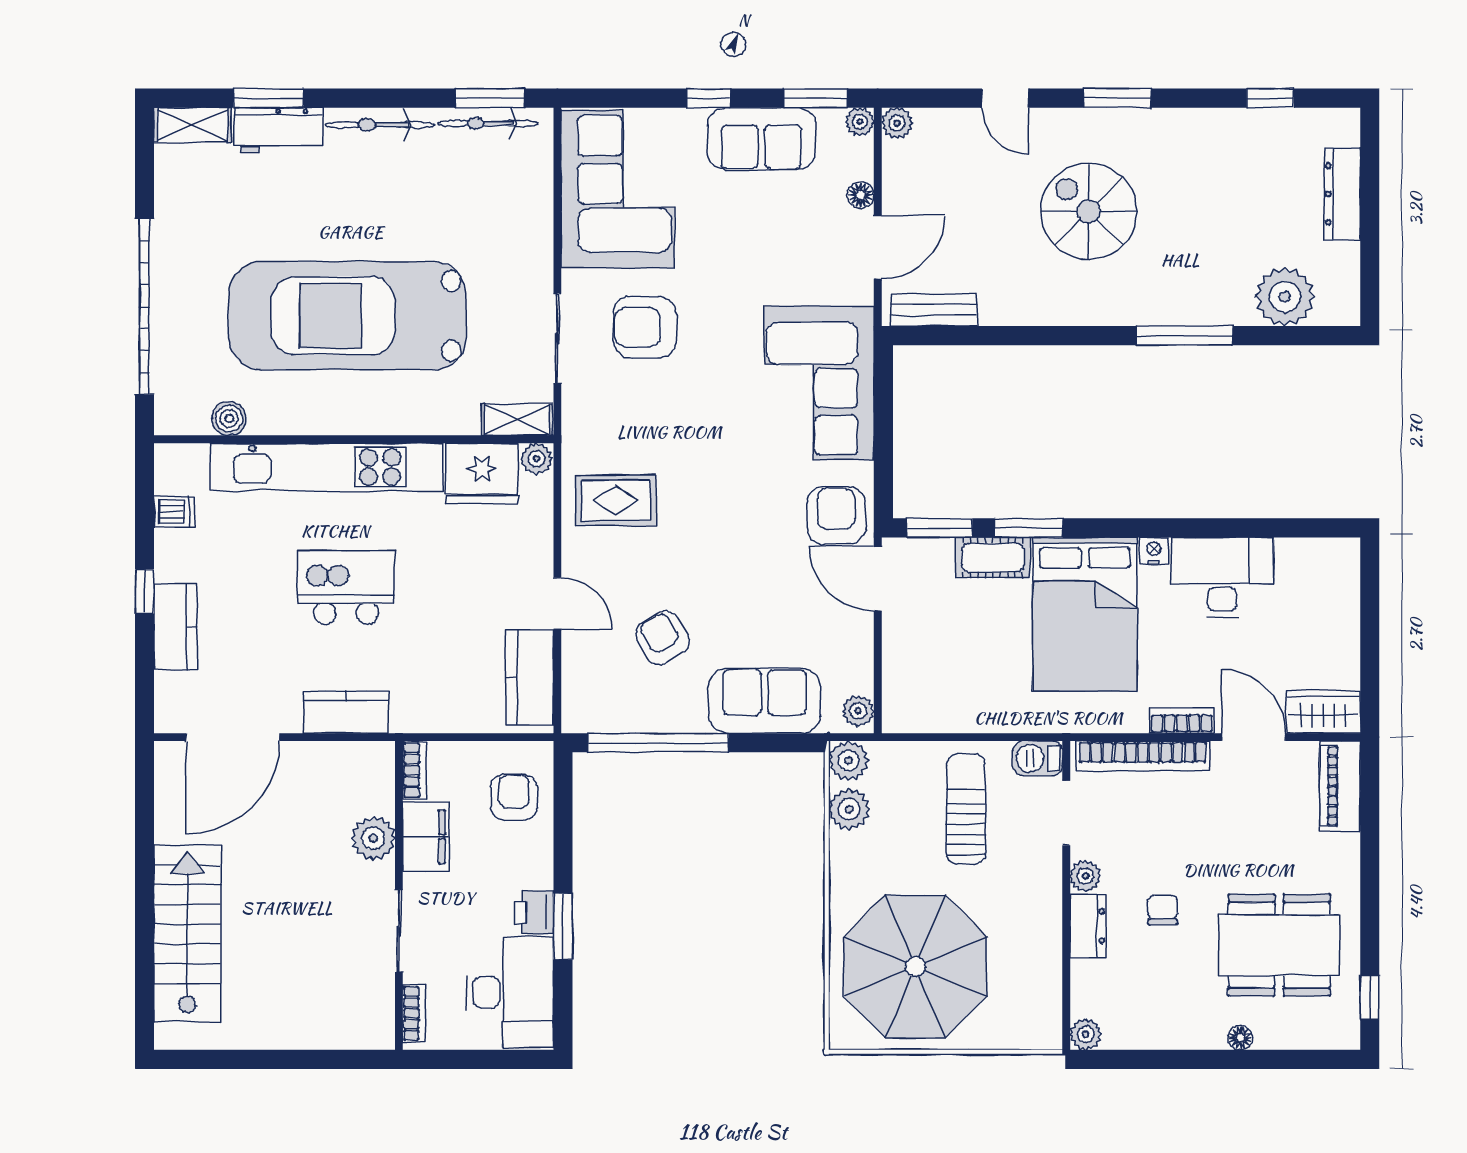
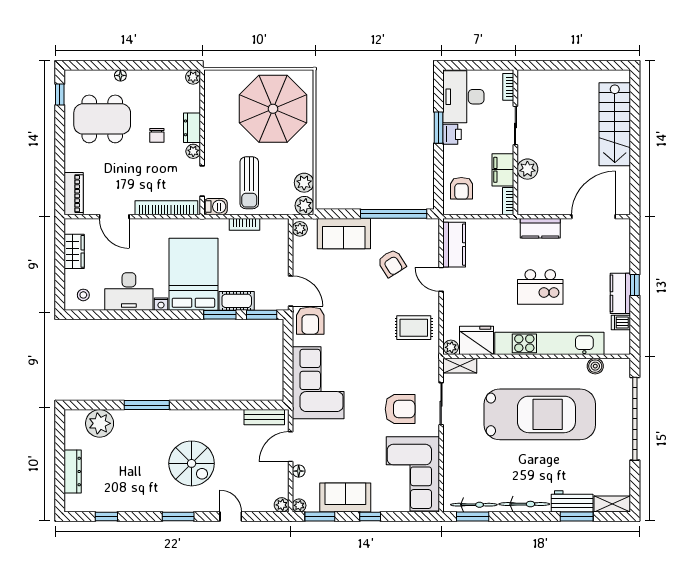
stool: (1319, 570) -> (83, 295), added
kitchen counter: (175, 627) -> (620, 293), moved
wardrobe: (1323, 712) -> (74, 251), moved, turned -90
bookcase: (1182, 720) -> (244, 224), moved

